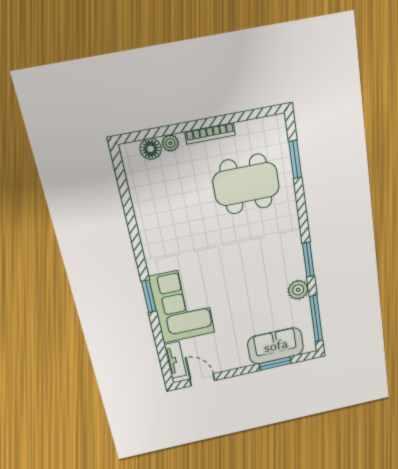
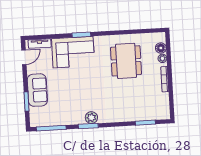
dining table: (246, 184) -> (126, 61), moved
plant: (298, 290) -> (91, 118), moved
sofa: (276, 346) -> (37, 90), moved

